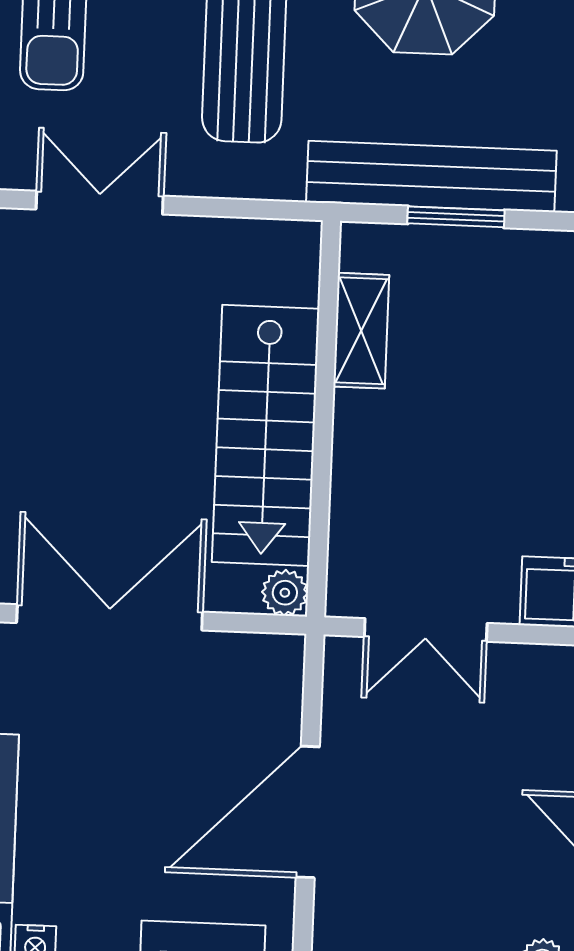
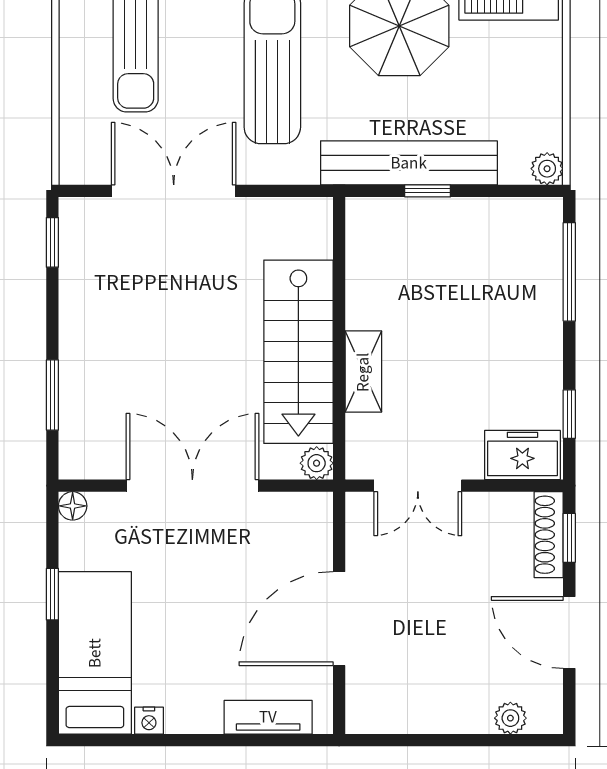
double door: (100, 203) -> (174, 191), width x1.37
window: (456, 217) -> (428, 191), width x0.67
shelving: (361, 331) -> (363, 372), moved

